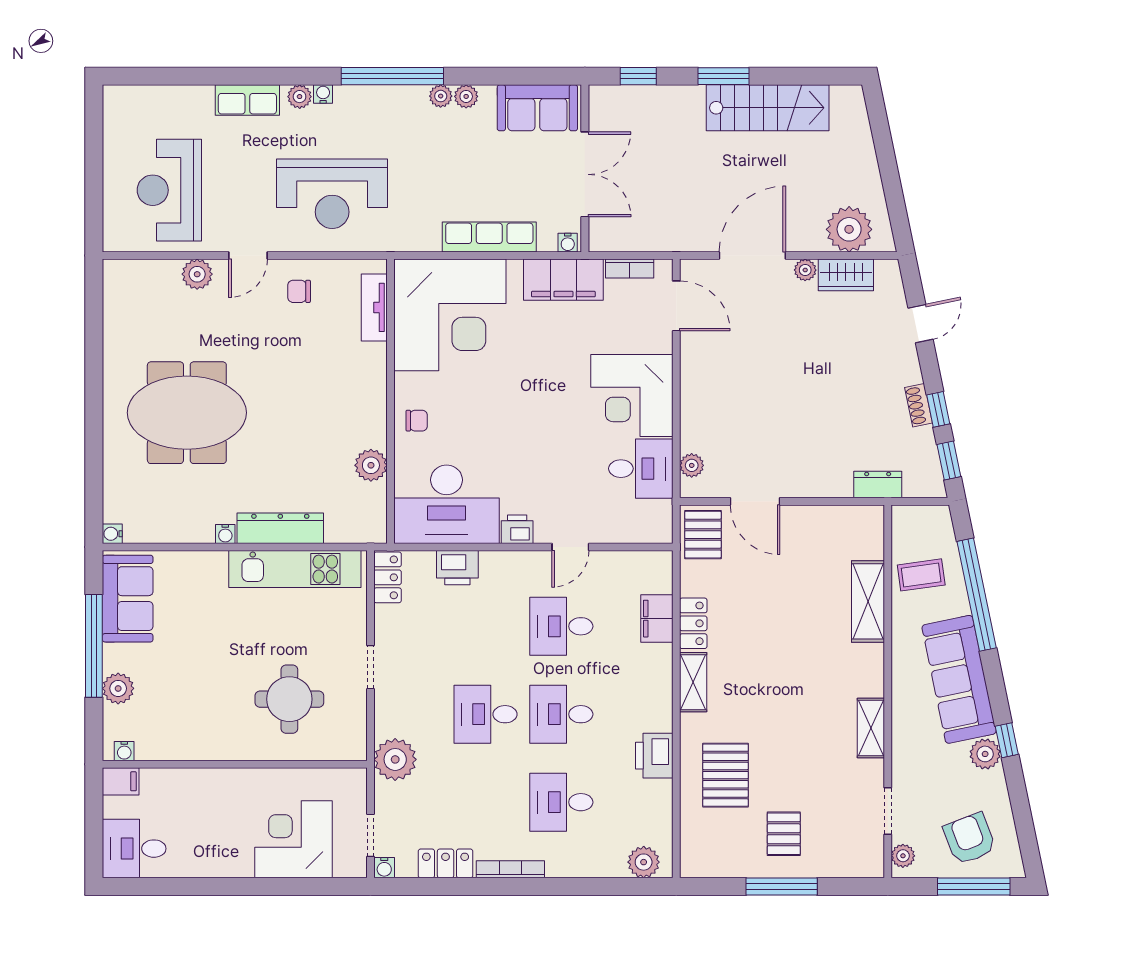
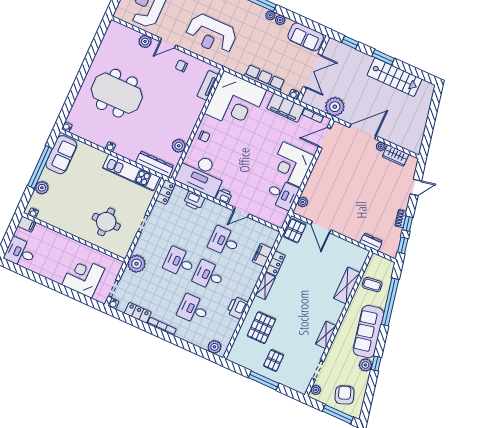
plant: (849, 229) -> (335, 107), moved
door: (676, 306) -> (325, 138), swing flipped
dresser: (280, 528) -> (155, 164), moved

